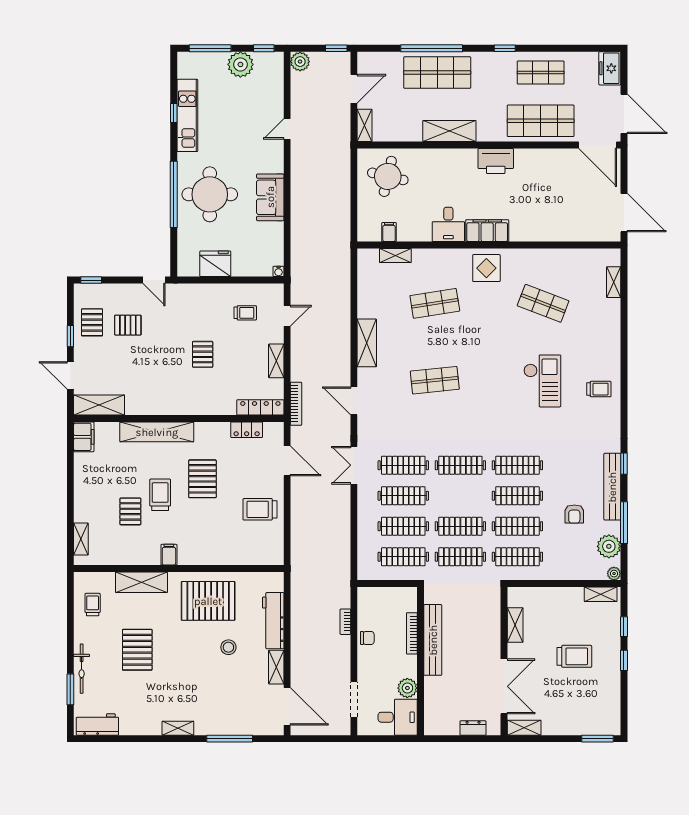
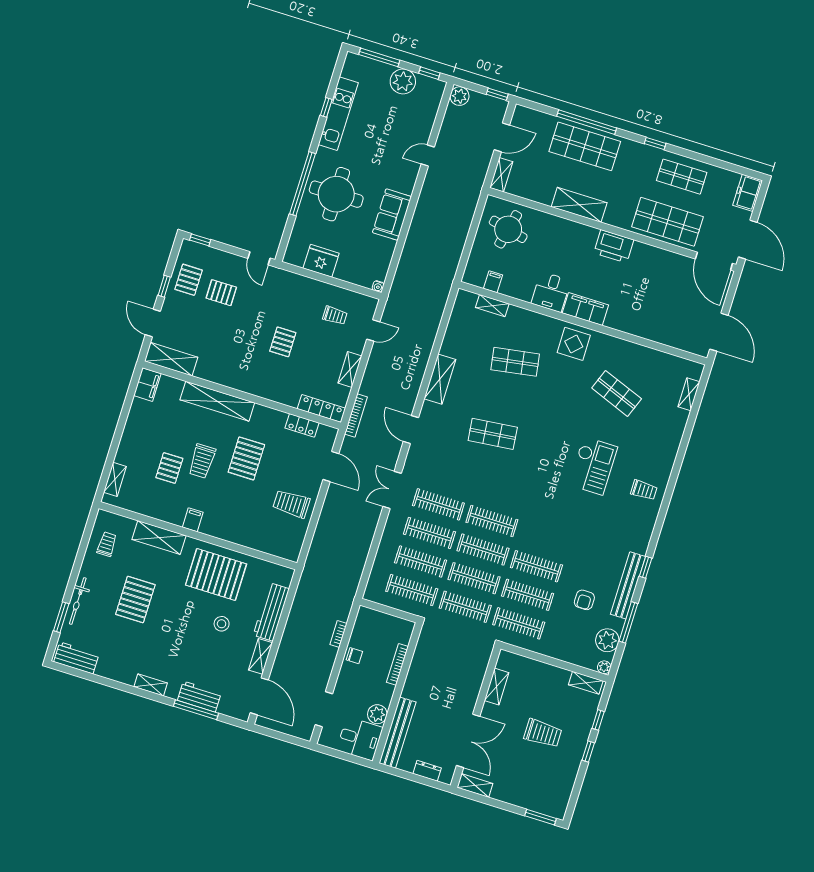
clothes rail: (517, 465) -> (483, 550), moved
trolley: (160, 495) -> (202, 461), turned 180
bench: (433, 640) -> (398, 733), moved
workbench: (229, 725) -> (199, 697), added

